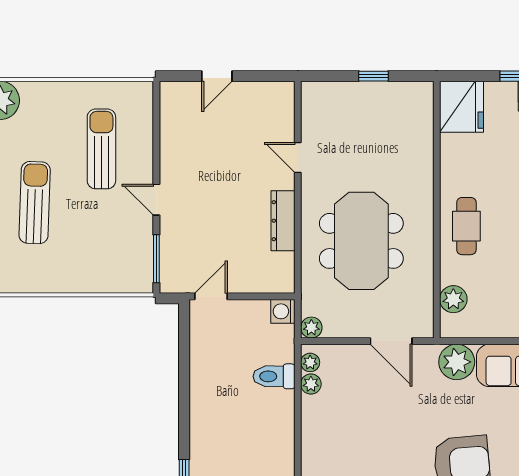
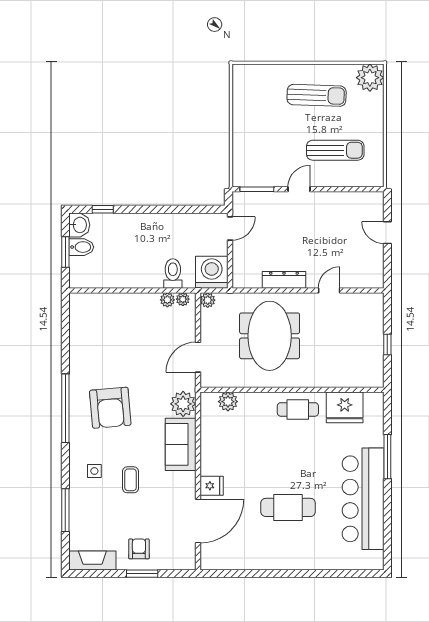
fridge: (462, 107) -> (345, 407), moved
sun lounger: (35, 203) -> (317, 95), moved
cafe table: (466, 226) -> (298, 409), moved
meeting table: (361, 241) -> (270, 336), turned 90
door: (211, 296) -> (230, 228), hinge flipped
washing machine: (283, 311) -> (212, 272), width x1.89, depth x1.89

